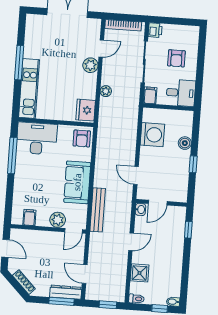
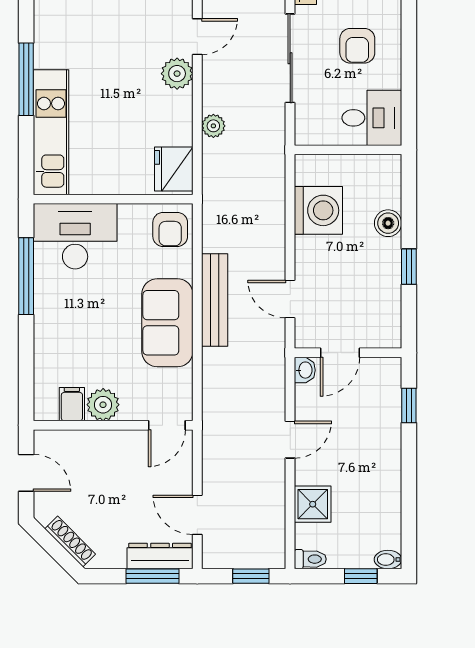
filing cabinet: (150, 95) -> (307, 128), removed
bench: (98, 210) -> (215, 300), moved
plant: (58, 220) -> (103, 405), moved

